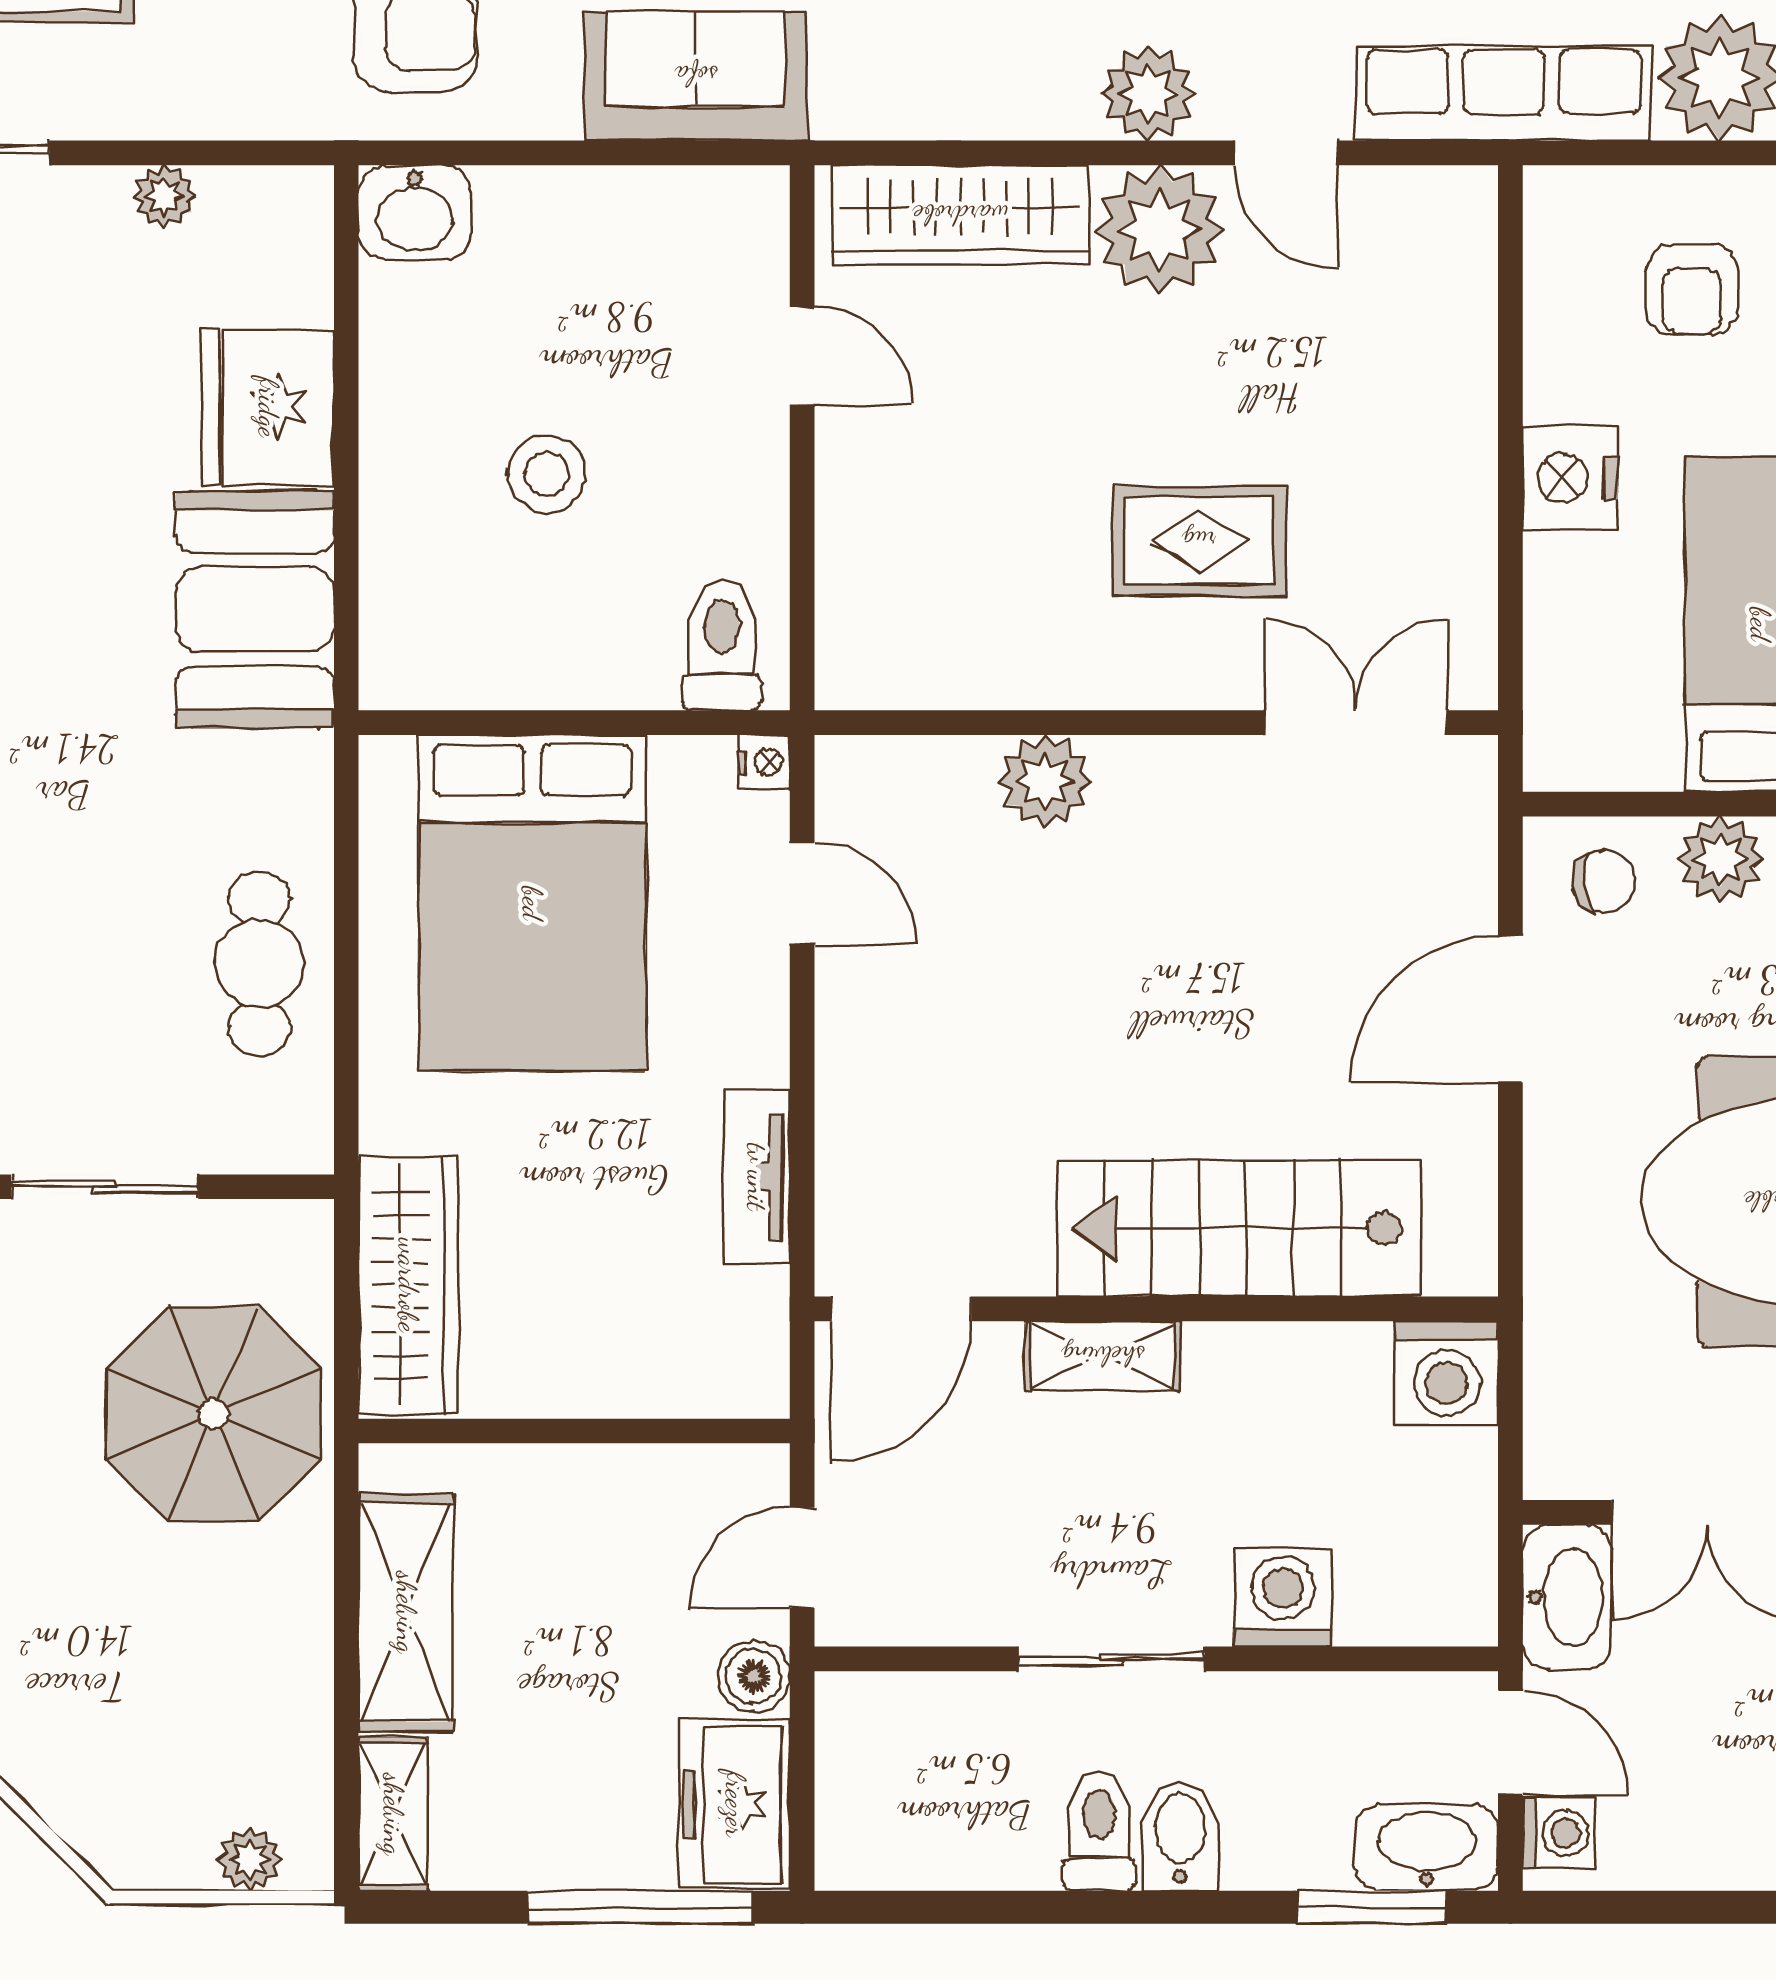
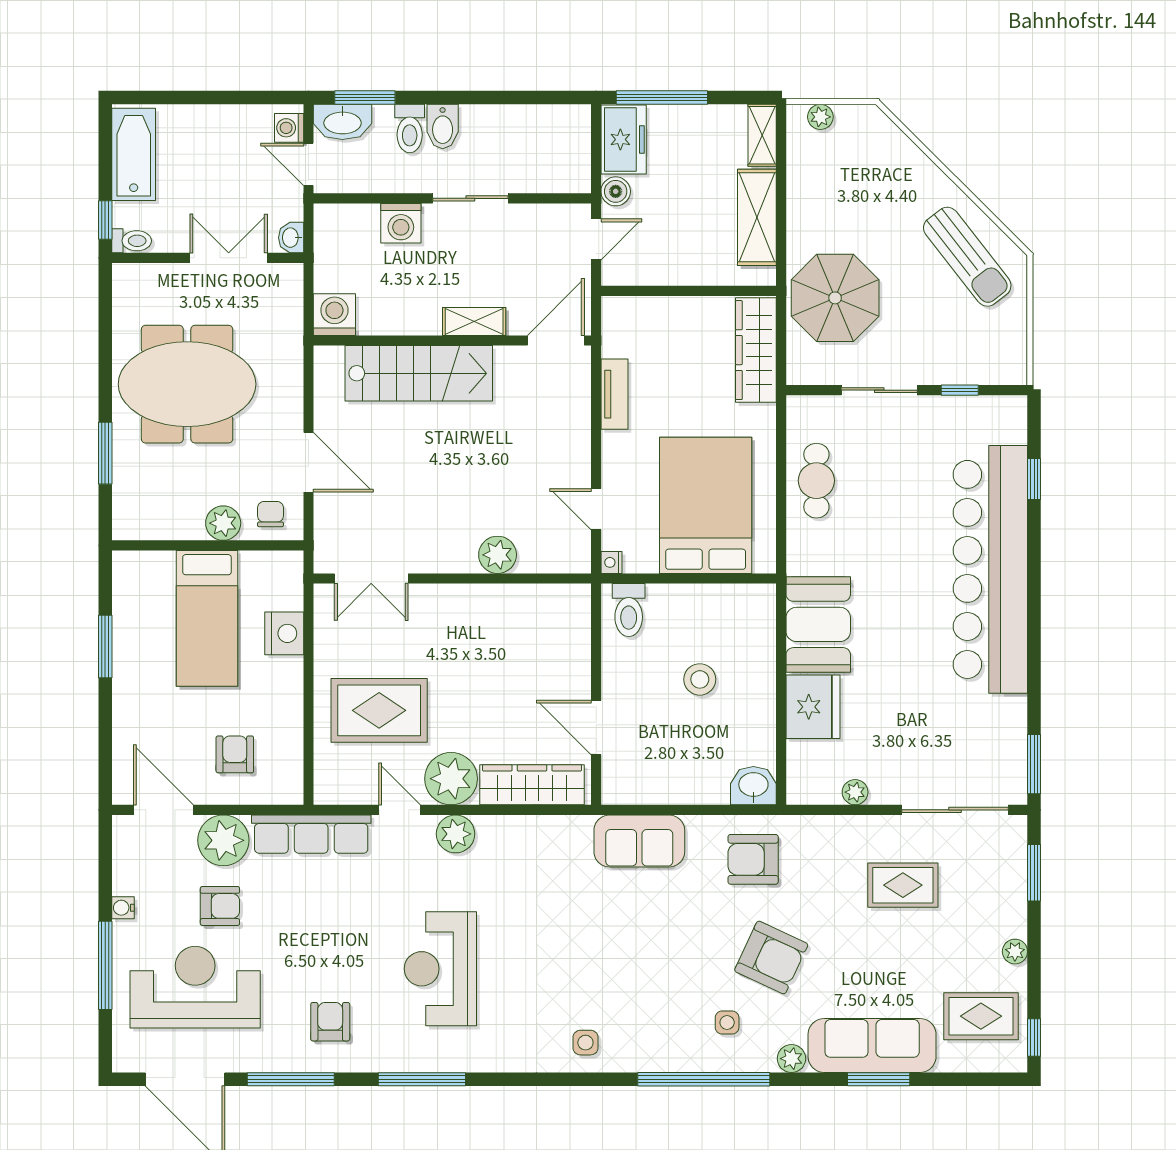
door: (802, 356) -> (596, 728), width x1.38
nightstand: (1570, 478) -> (284, 633), moved
rug: (1199, 541) -> (379, 710), moved, width x1.36, depth x1.43
chair: (1604, 881) -> (270, 514), turned 97
door: (1510, 1009) -> (308, 462), hinge flipped
washbasin: (1567, 1597) -> (291, 238), width x0.52, depth x0.69
toilet: (1099, 1831) -> (410, 129), moved

